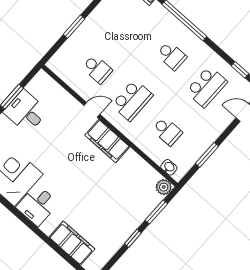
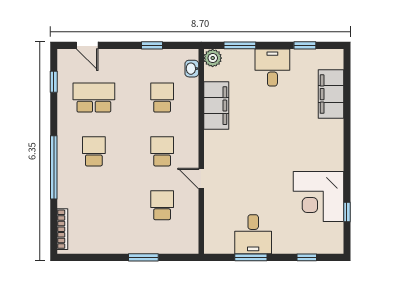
school desk: (132, 100) -> (162, 151), width x0.54
filing cabinet: (107, 141) -> (216, 106), moved
window: (207, 155) -> (152, 45), width x0.67
desk: (37, 205) -> (272, 67), moved, turned -90
window: (133, 238) -> (305, 45), moved

